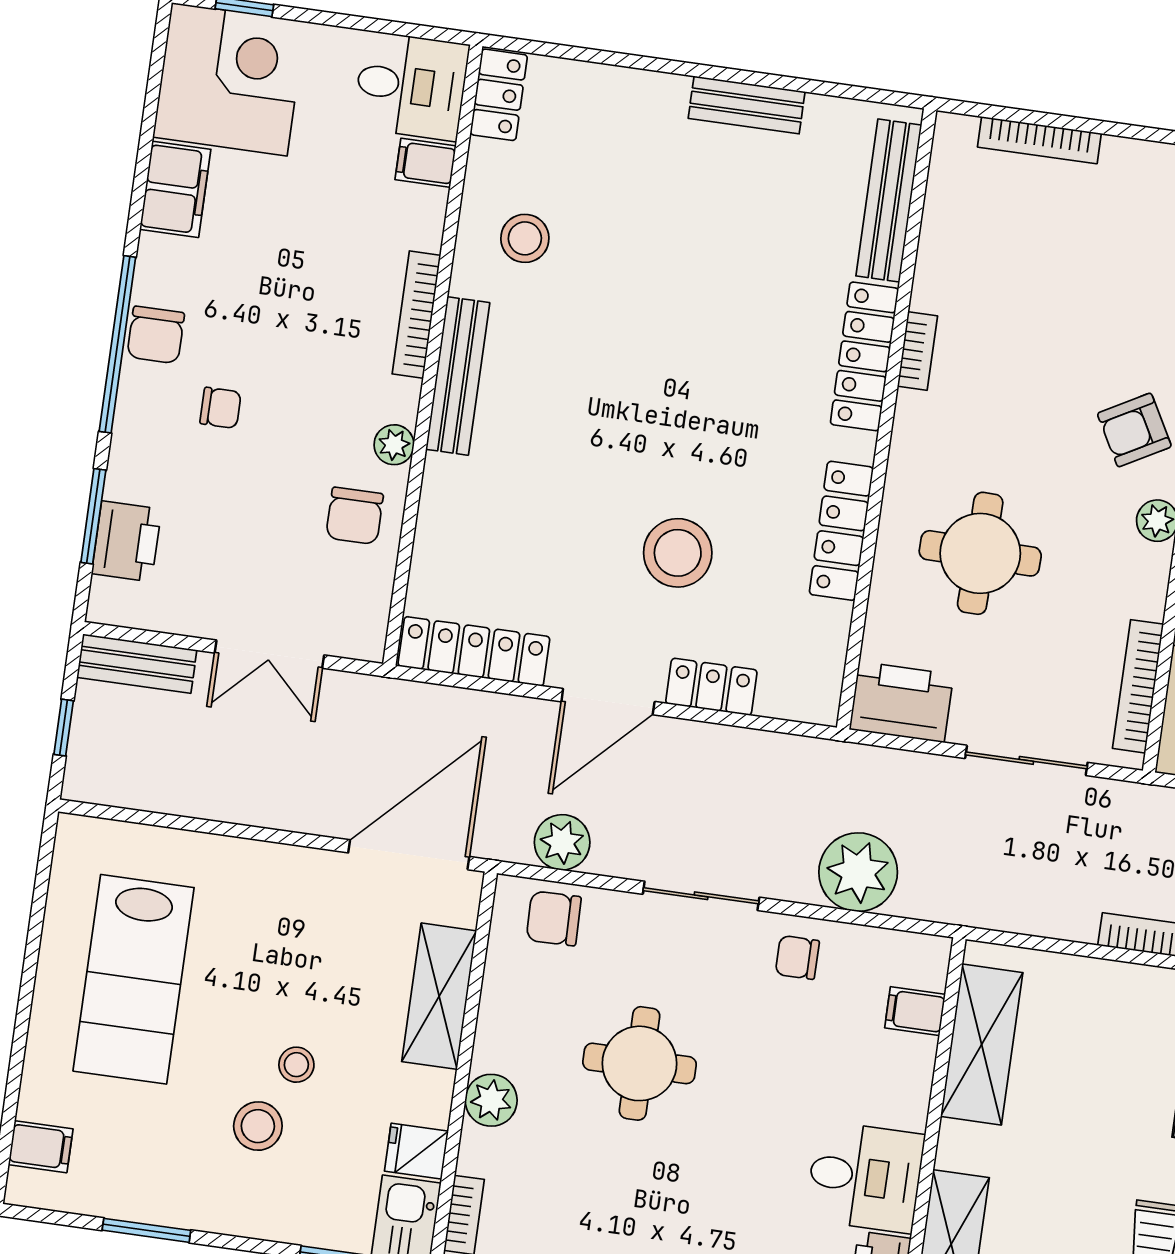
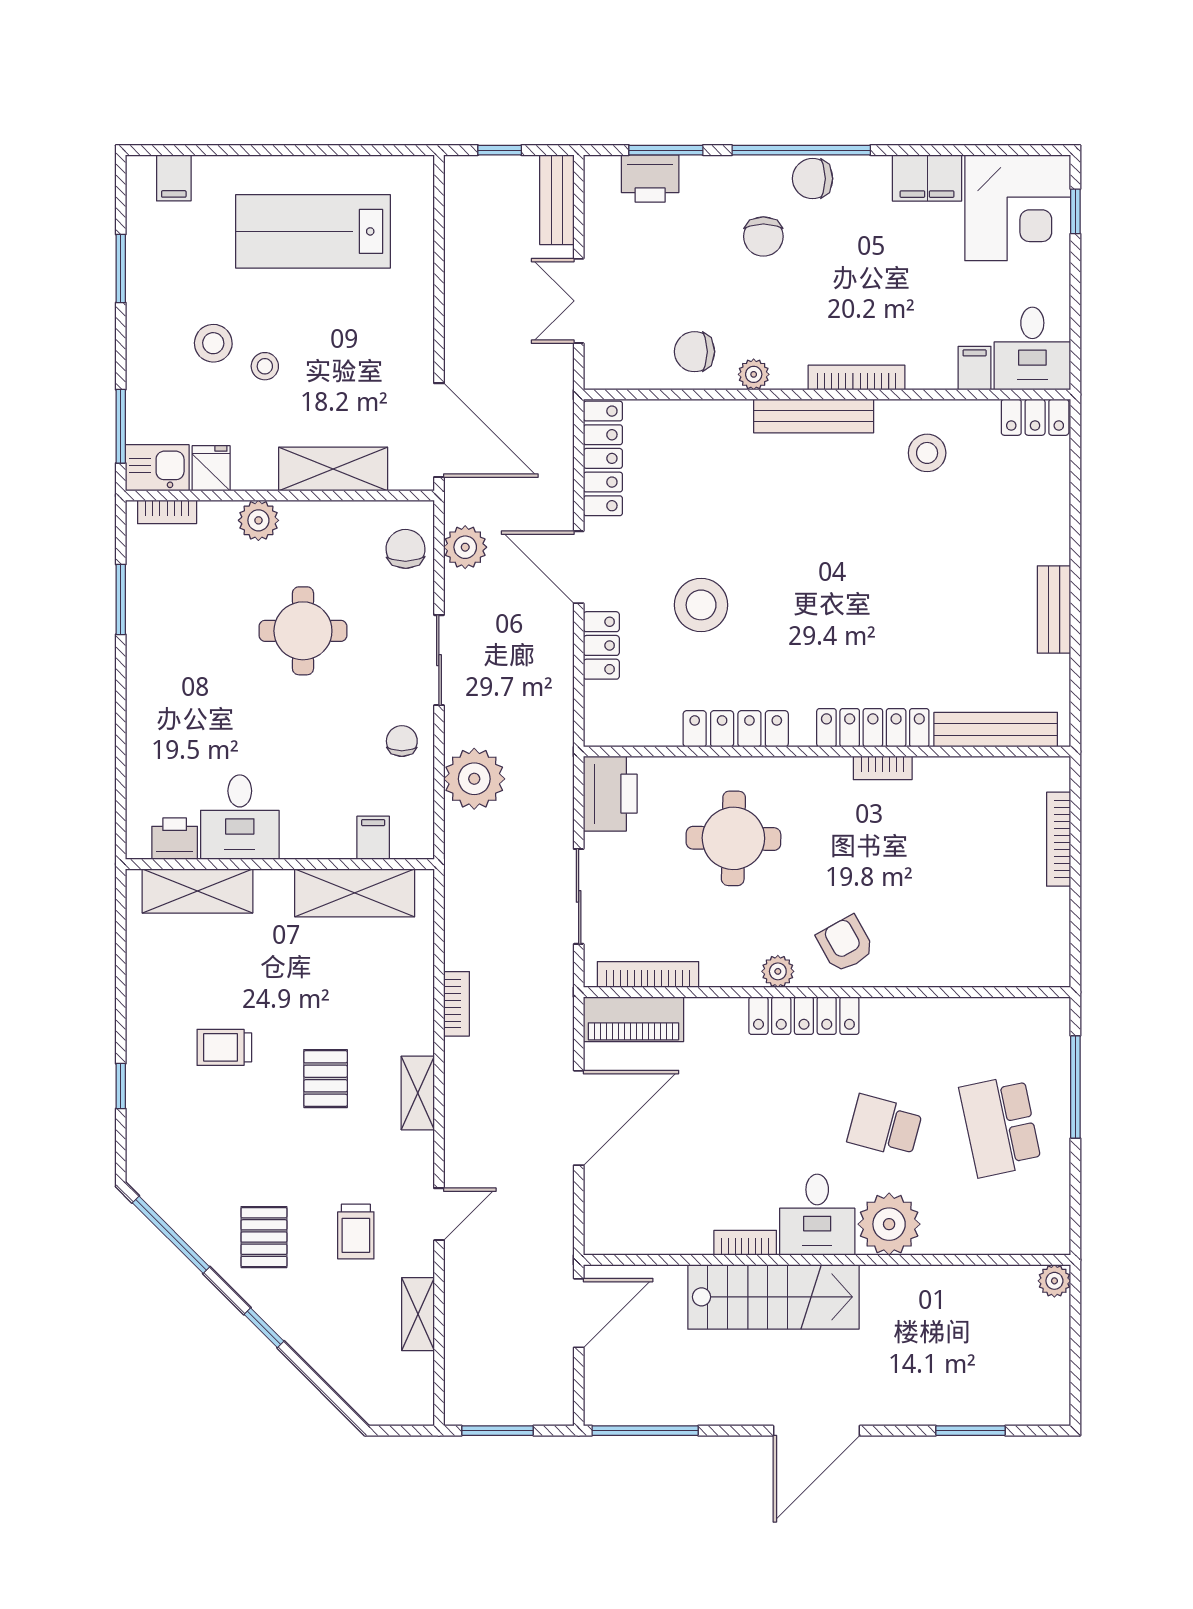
chair: (221, 408) -> (763, 236), width x1.37, depth x1.37

